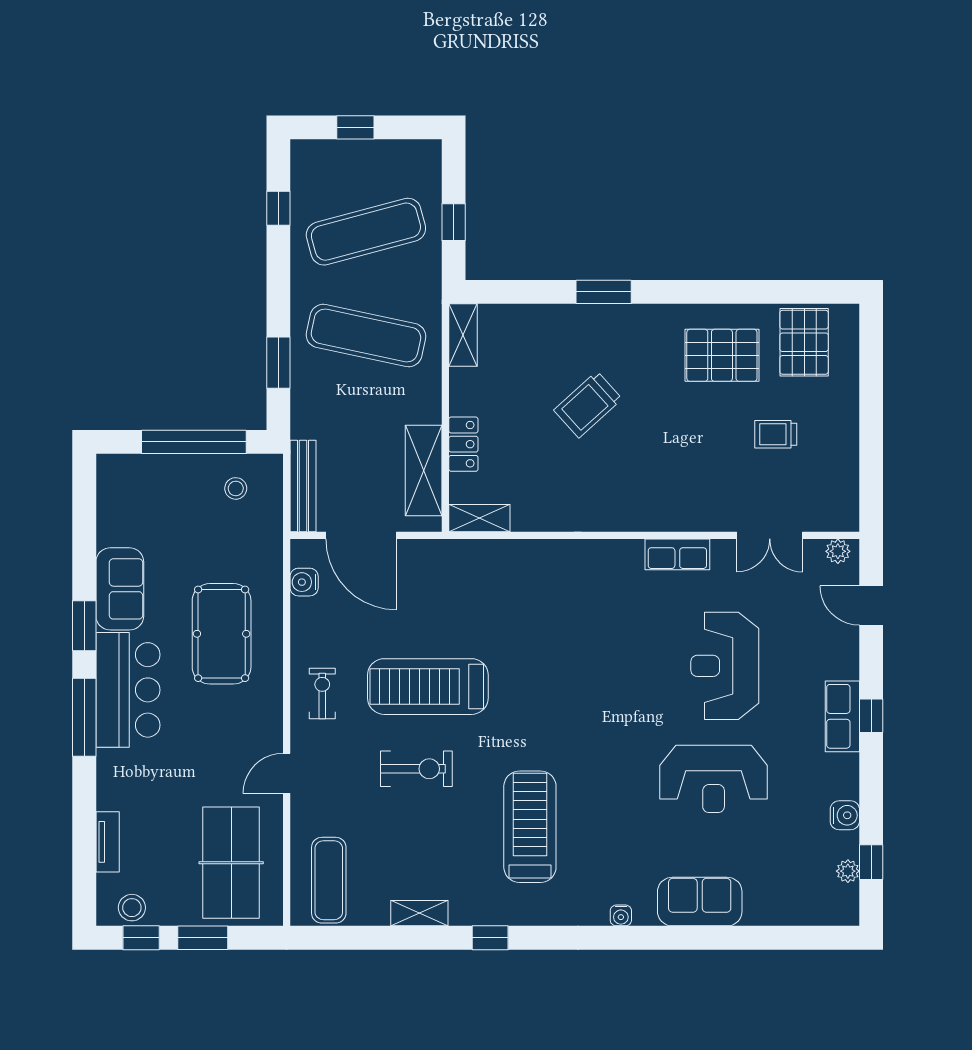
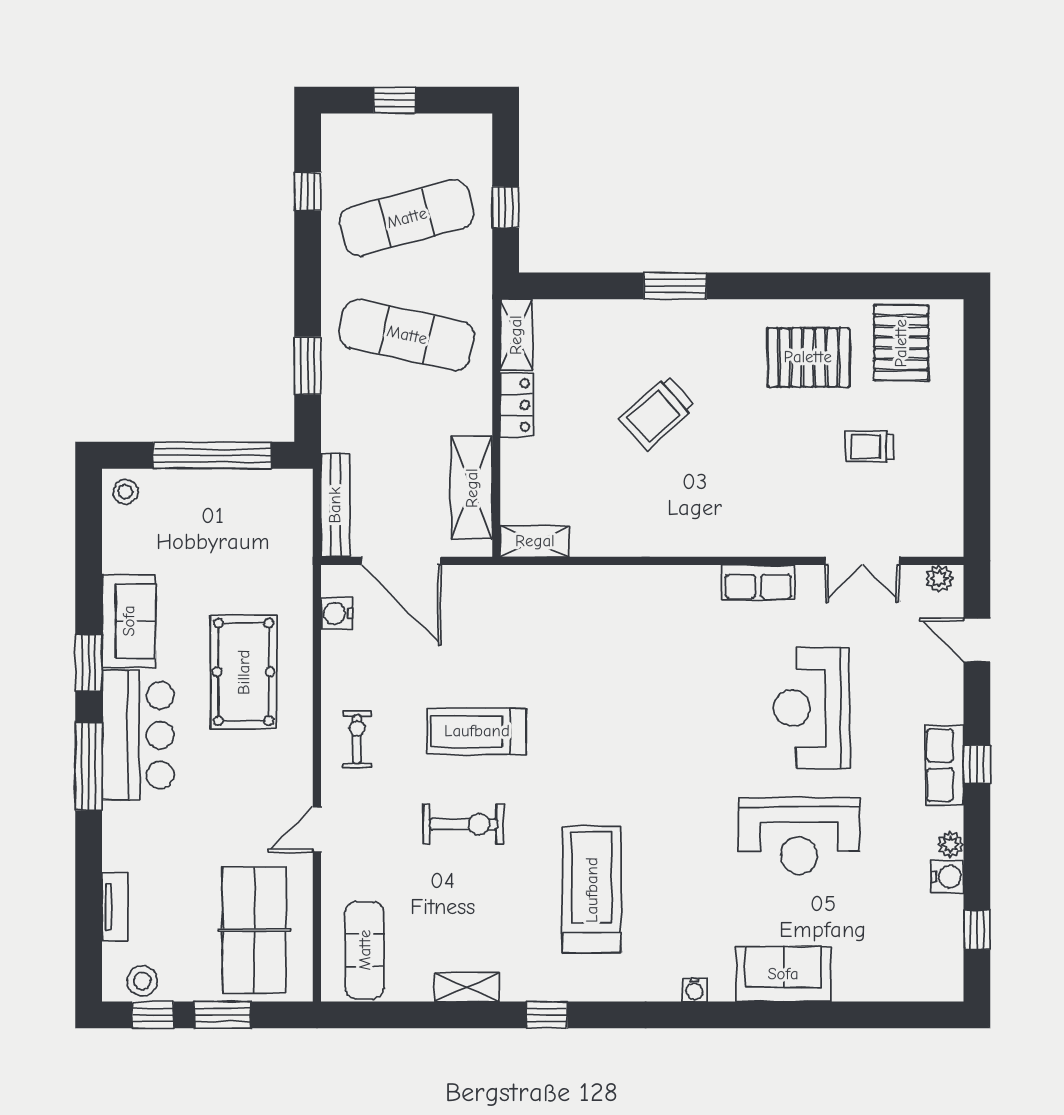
locker: (463, 444) -> (517, 405), moved
stool: (236, 488) -> (125, 492), moved
treadmill: (428, 687) -> (477, 731), width x0.73, depth x0.73
plant: (848, 871) -> (951, 845), moved

